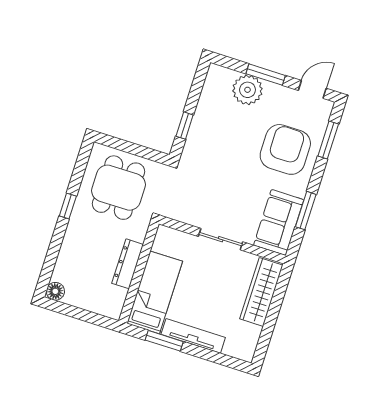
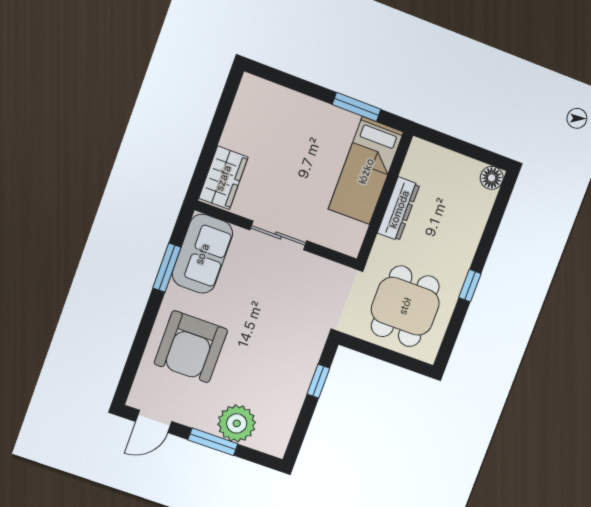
window: (328, 140) -> (135, 357), removed
wardrobe: (261, 292) -> (223, 178), width x0.67
tv unit: (193, 336) -> (319, 111), removed

